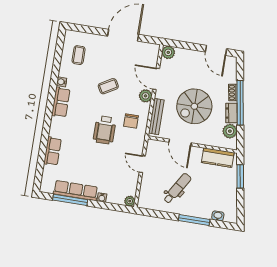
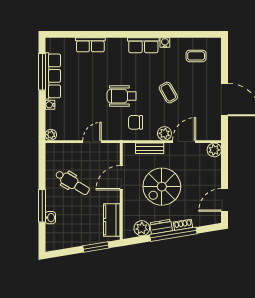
spiral stairs: (194, 106) -> (162, 187), turned -90
bench: (156, 117) -> (150, 148), width x0.73
washbasin: (218, 216) -> (50, 218), moved

